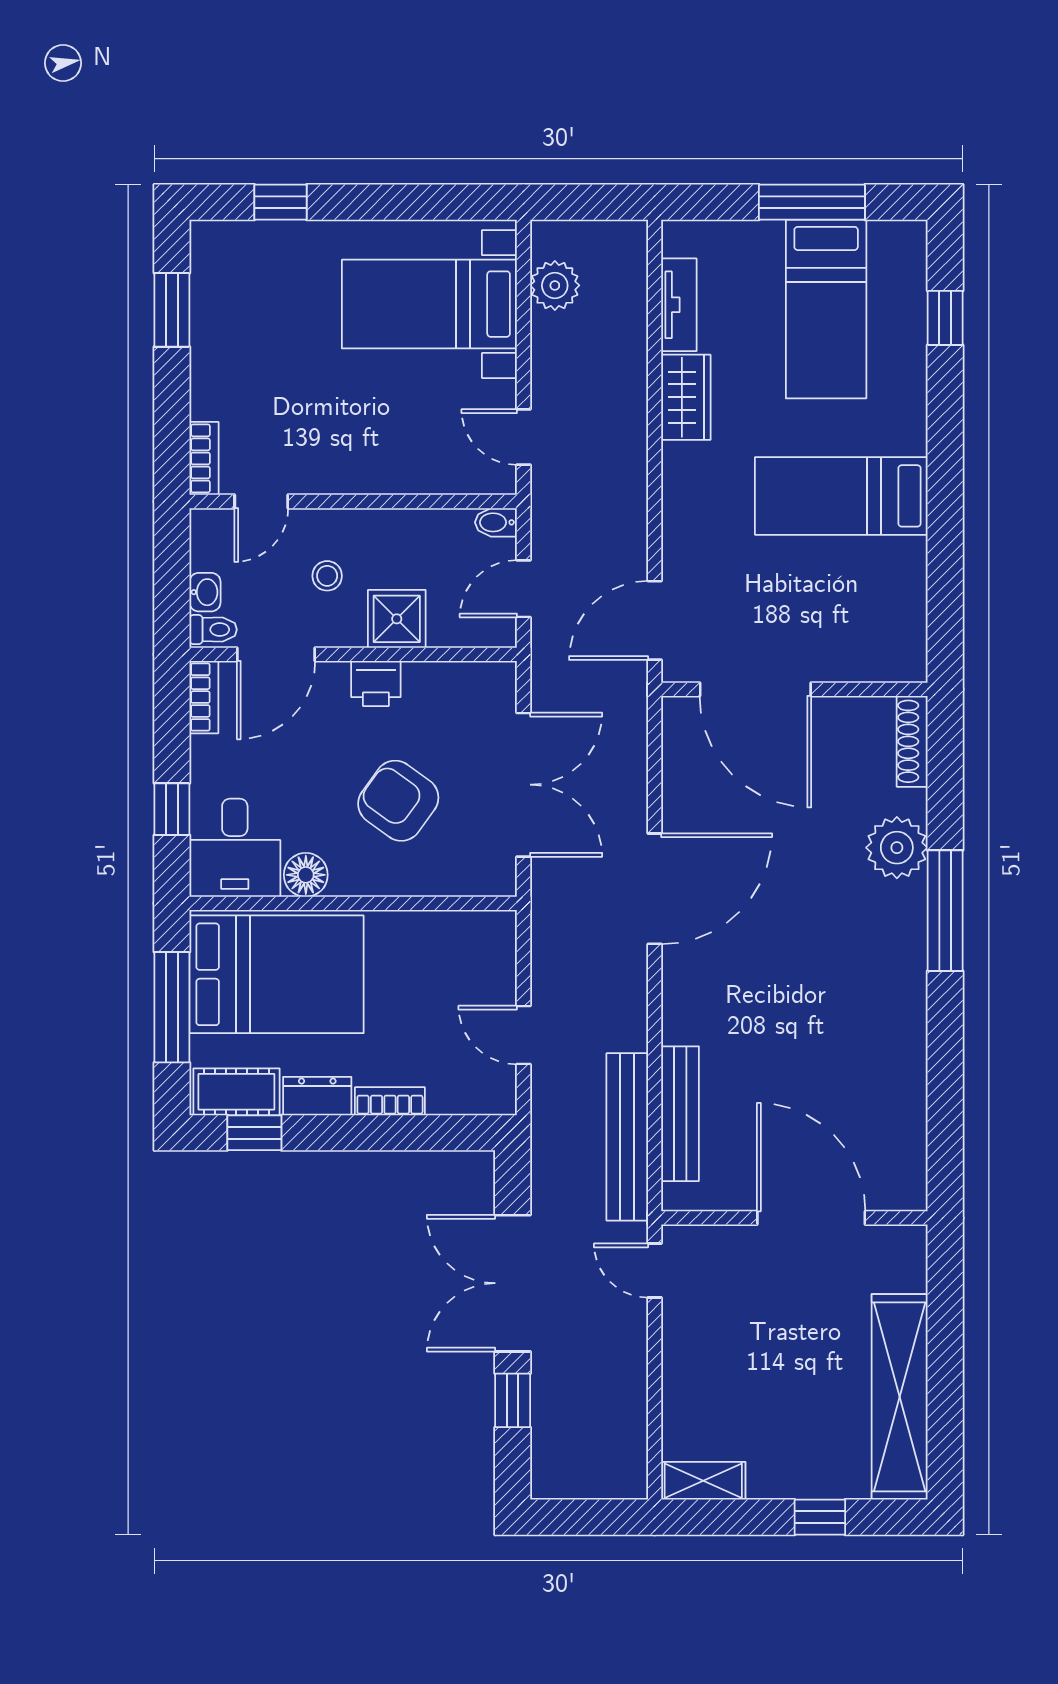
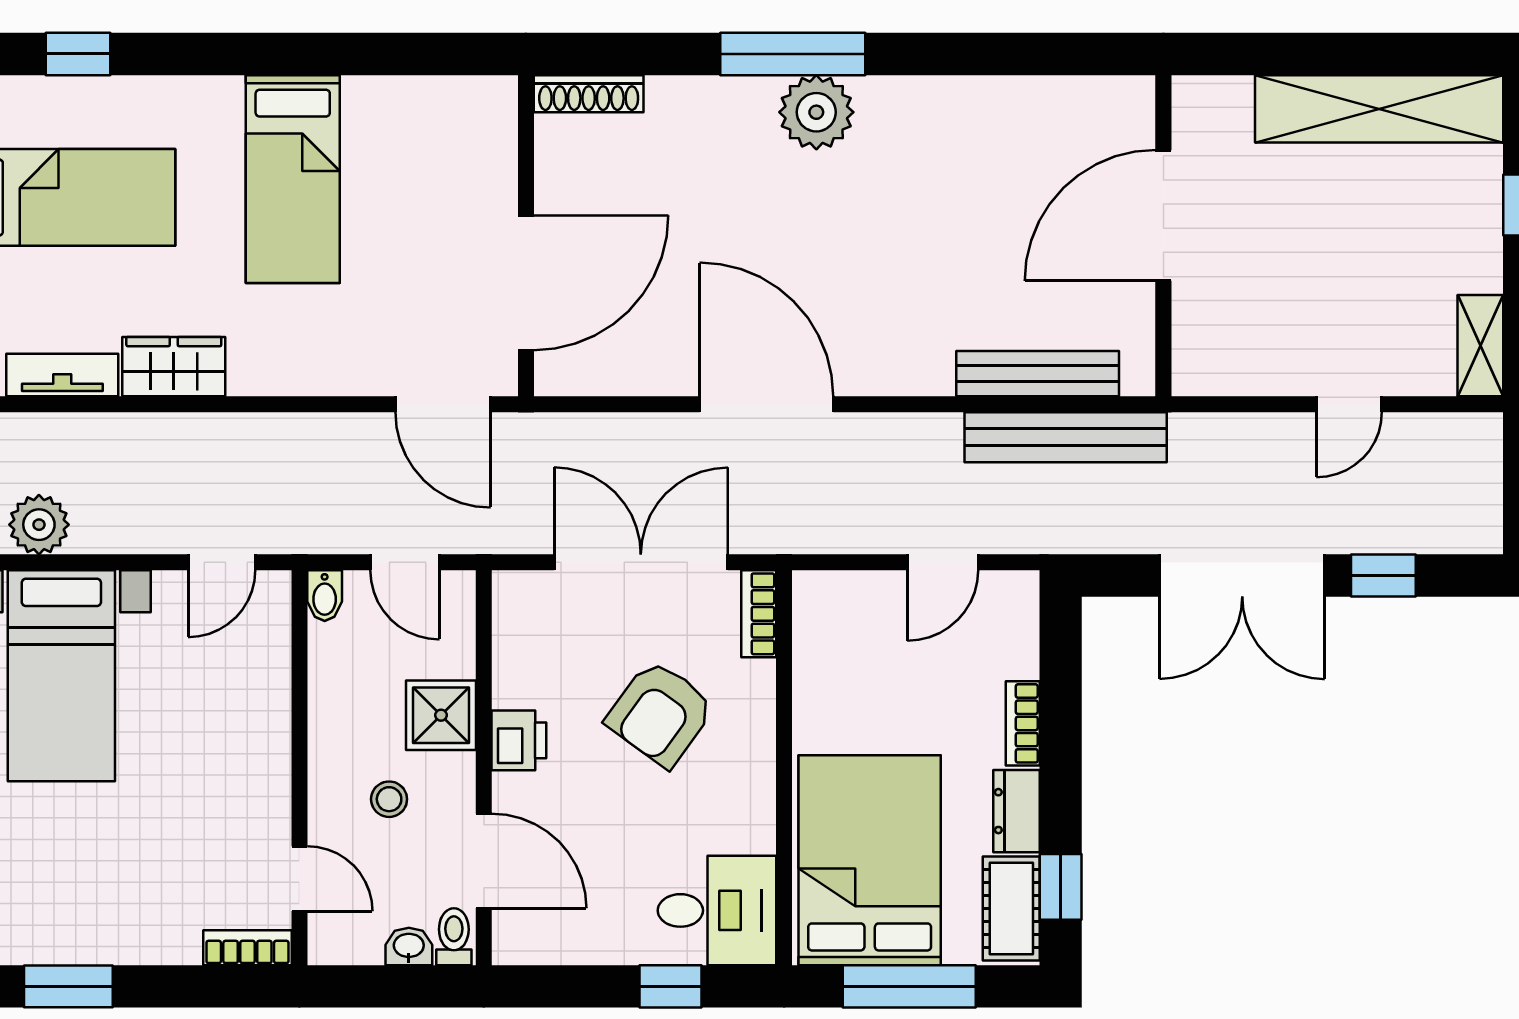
bookcase: (204, 697) -> (759, 614), moved, turned -90
plant: (897, 848) -> (816, 112), moved
floor lamp: (306, 875) -> (750, 825), removed
door: (655, 1271) -> (1349, 404), moved

